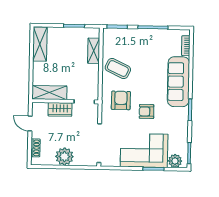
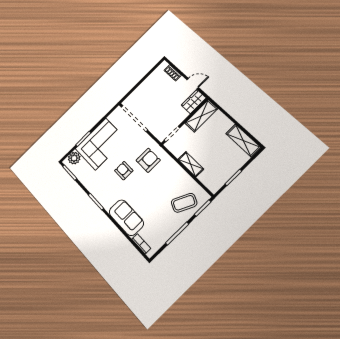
shelving: (94, 51) -> (191, 164), moved
coffee table: (118, 69) -> (184, 203), moved
sofa: (178, 82) -> (126, 218), width x0.73
armchair: (121, 100) -> (148, 160), turned -90
wardrobe: (60, 109) -> (194, 102), moved
armchair: (147, 111) -> (124, 171), turned -90
plant: (64, 157) -> (148, 87), removed

